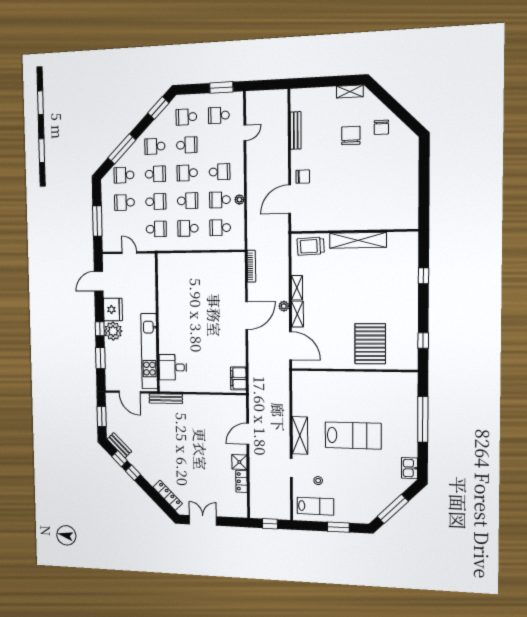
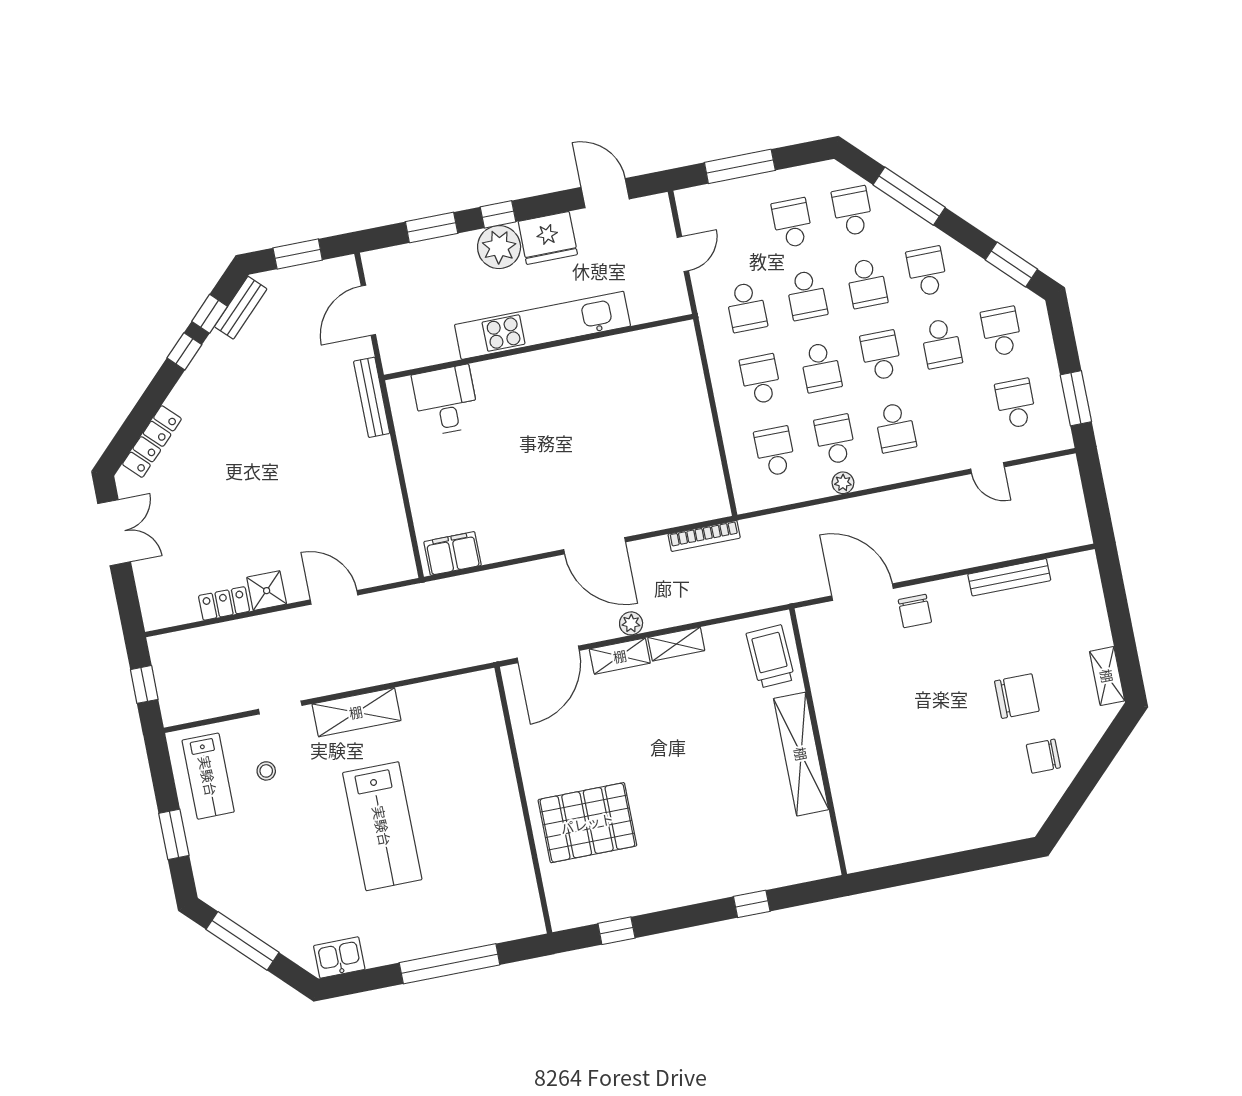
kitchen unit: (149, 351) -> (542, 325), moved

